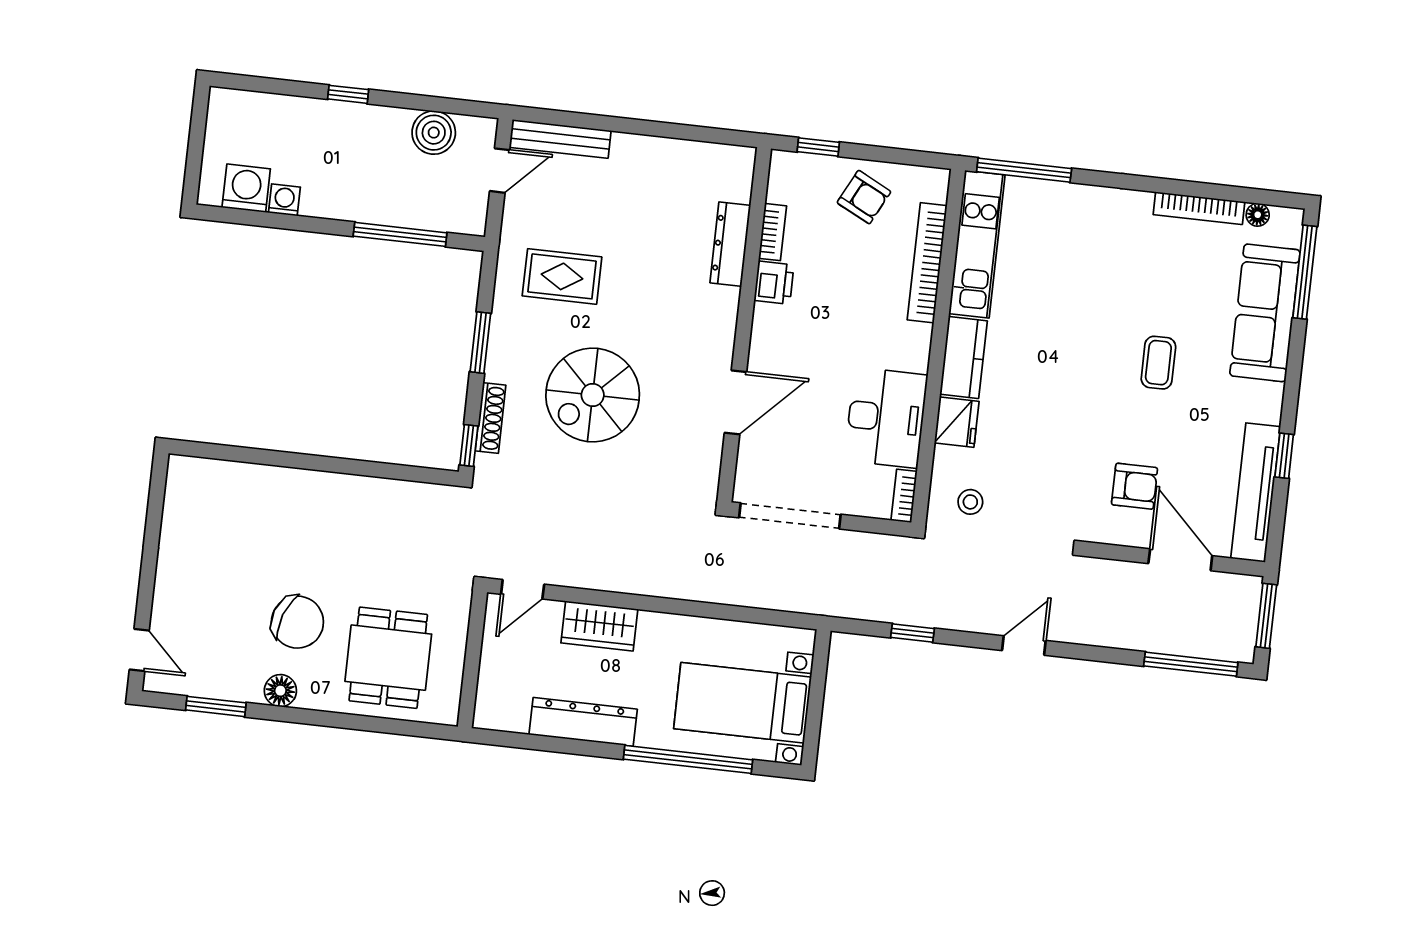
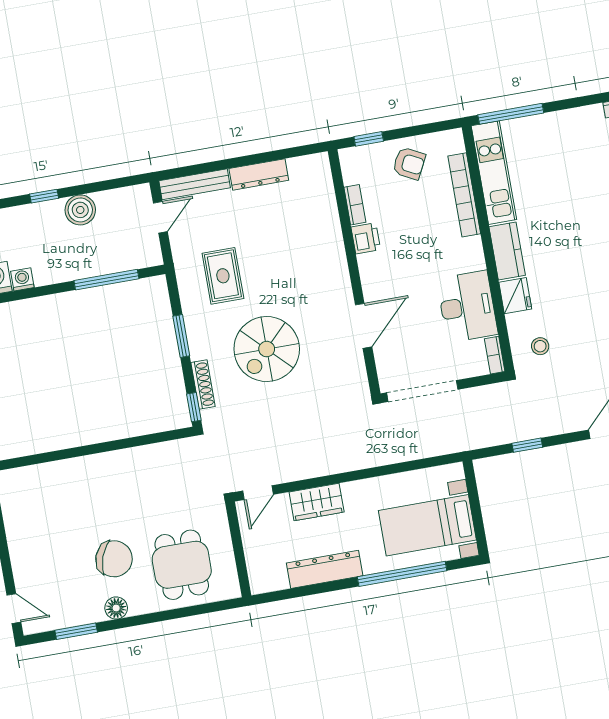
boiler: (434, 133) -> (80, 210), moved
dresser: (730, 244) -> (259, 174), moved, turned -90
rug: (562, 276) -> (223, 276), turned 90

